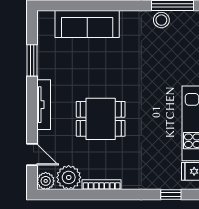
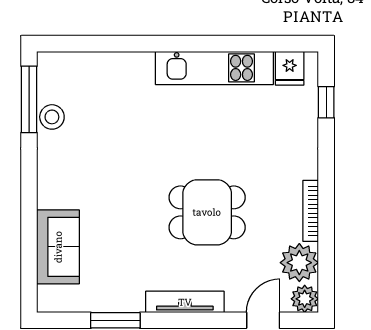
sofa: (87, 24) -> (58, 247), width x0.73
dining table: (101, 119) -> (207, 212), turned 90

